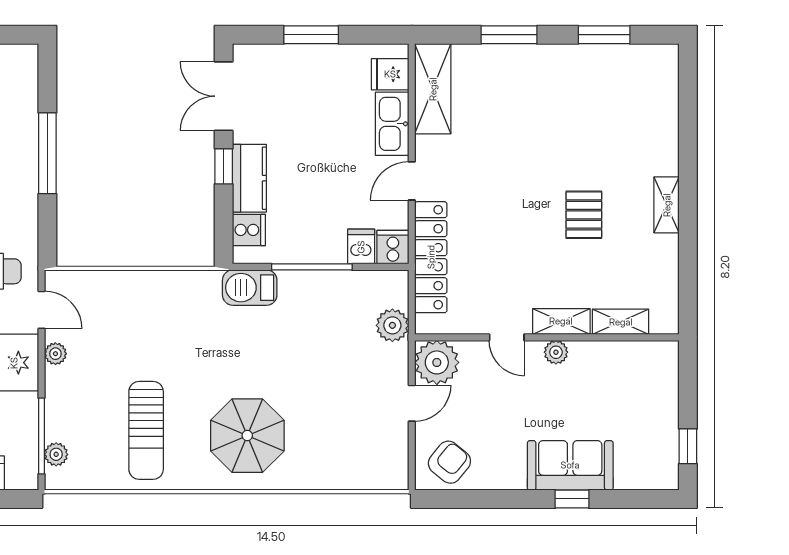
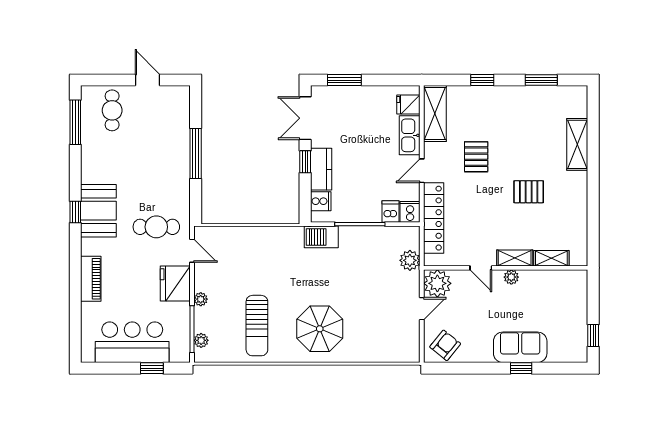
window: (311, 35) -> (344, 80), moved
window: (509, 35) -> (482, 80), width x0.67
pallet: (499, 158) -> (476, 157), added
shelving: (667, 205) -> (577, 144), moved, width x1.50, depth x1.33
pallet: (584, 215) -> (529, 192), turned 90
plant: (55, 354) -> (201, 299), moved

